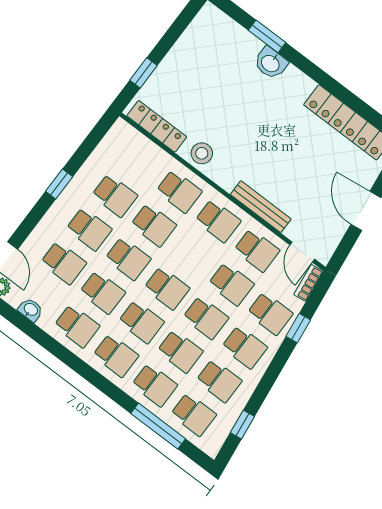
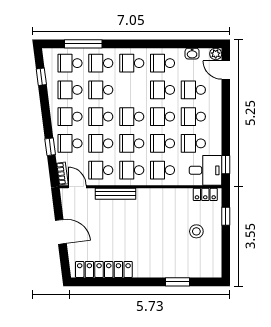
washbasin: (271, 63) -> (165, 270), removed
locker: (157, 126) -> (205, 194), width x0.66
desk: (125, 150) -> (205, 170), added
stool: (202, 153) -> (196, 231), moved
window: (59, 184) -> (226, 165), moved
school desk: (141, 322) -> (132, 143), moved

